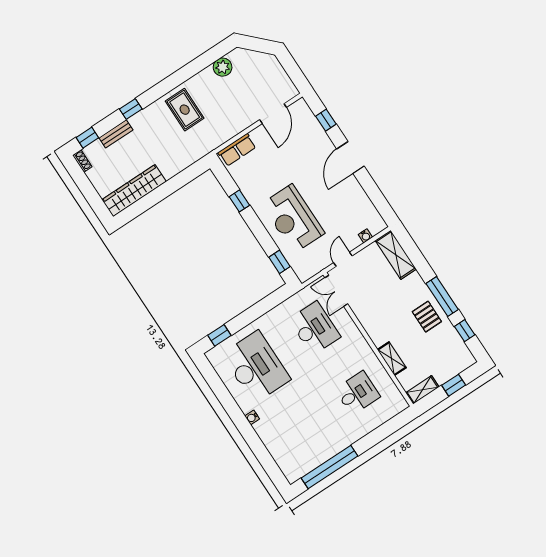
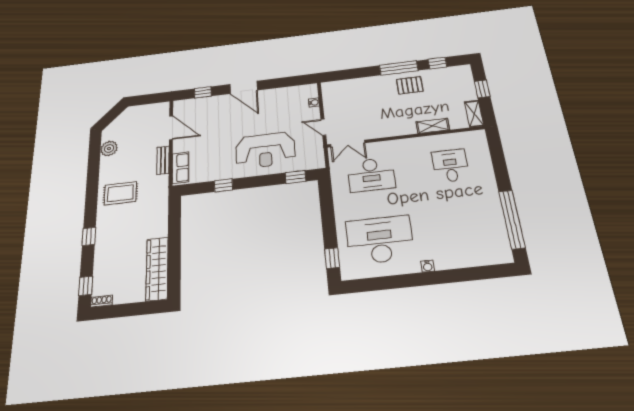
bench: (116, 134) -> (163, 160), moved
shelving: (396, 255) -> (343, 87), removed
desk: (315, 328) -> (371, 175), turned 180

